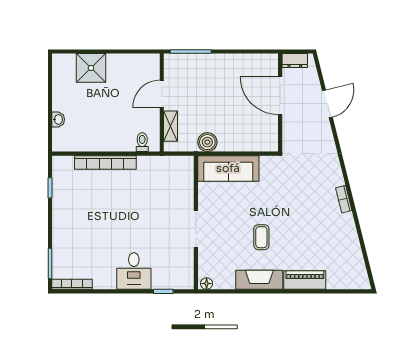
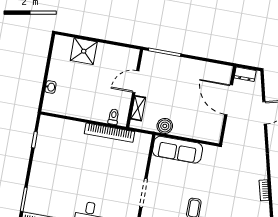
bookcase: (105, 162) -> (109, 133), moved

